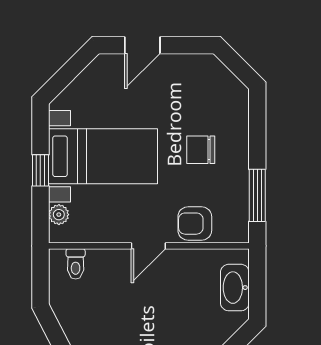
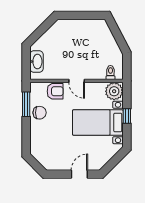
chair: (201, 150) -> (40, 113), moved
plant: (59, 215) -> (114, 91), width x1.88, depth x1.88
door: (148, 246) -> (77, 81), swing flipped

